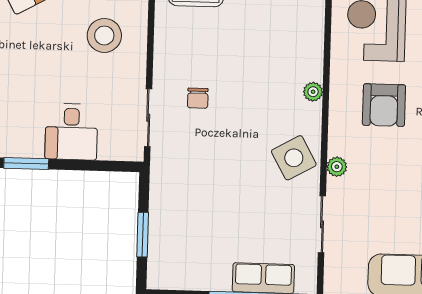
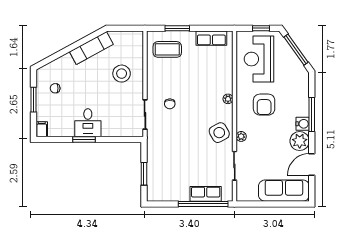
desk: (71, 132) -> (88, 123), moved

